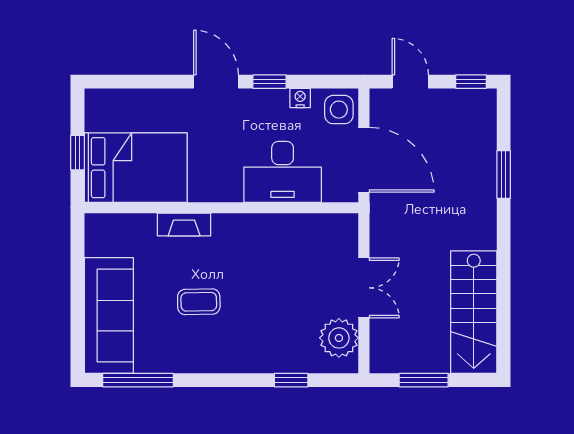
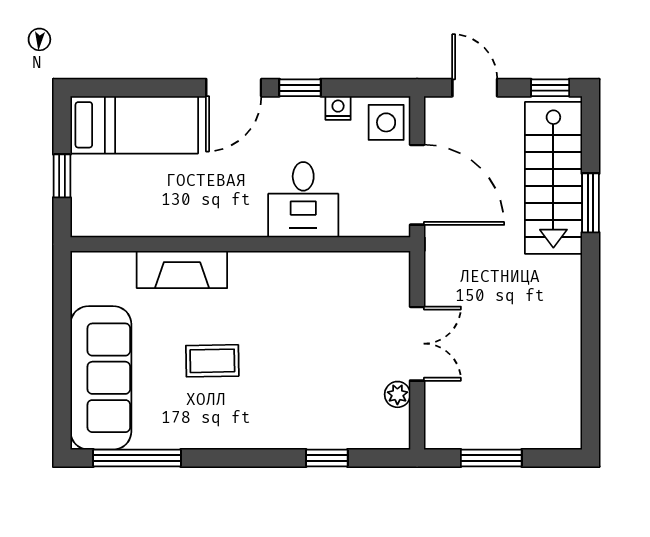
door: (216, 82) -> (234, 88), swing flipped
bed: (136, 168) -> (134, 125), moved, width x0.67
desk: (283, 172) -> (303, 200), width x0.73
fireplace: (184, 225) -> (182, 270), width x1.37, depth x1.32
stairs: (474, 312) -> (553, 178), moved
plant: (339, 338) -> (397, 394), width x0.53, depth x0.53

